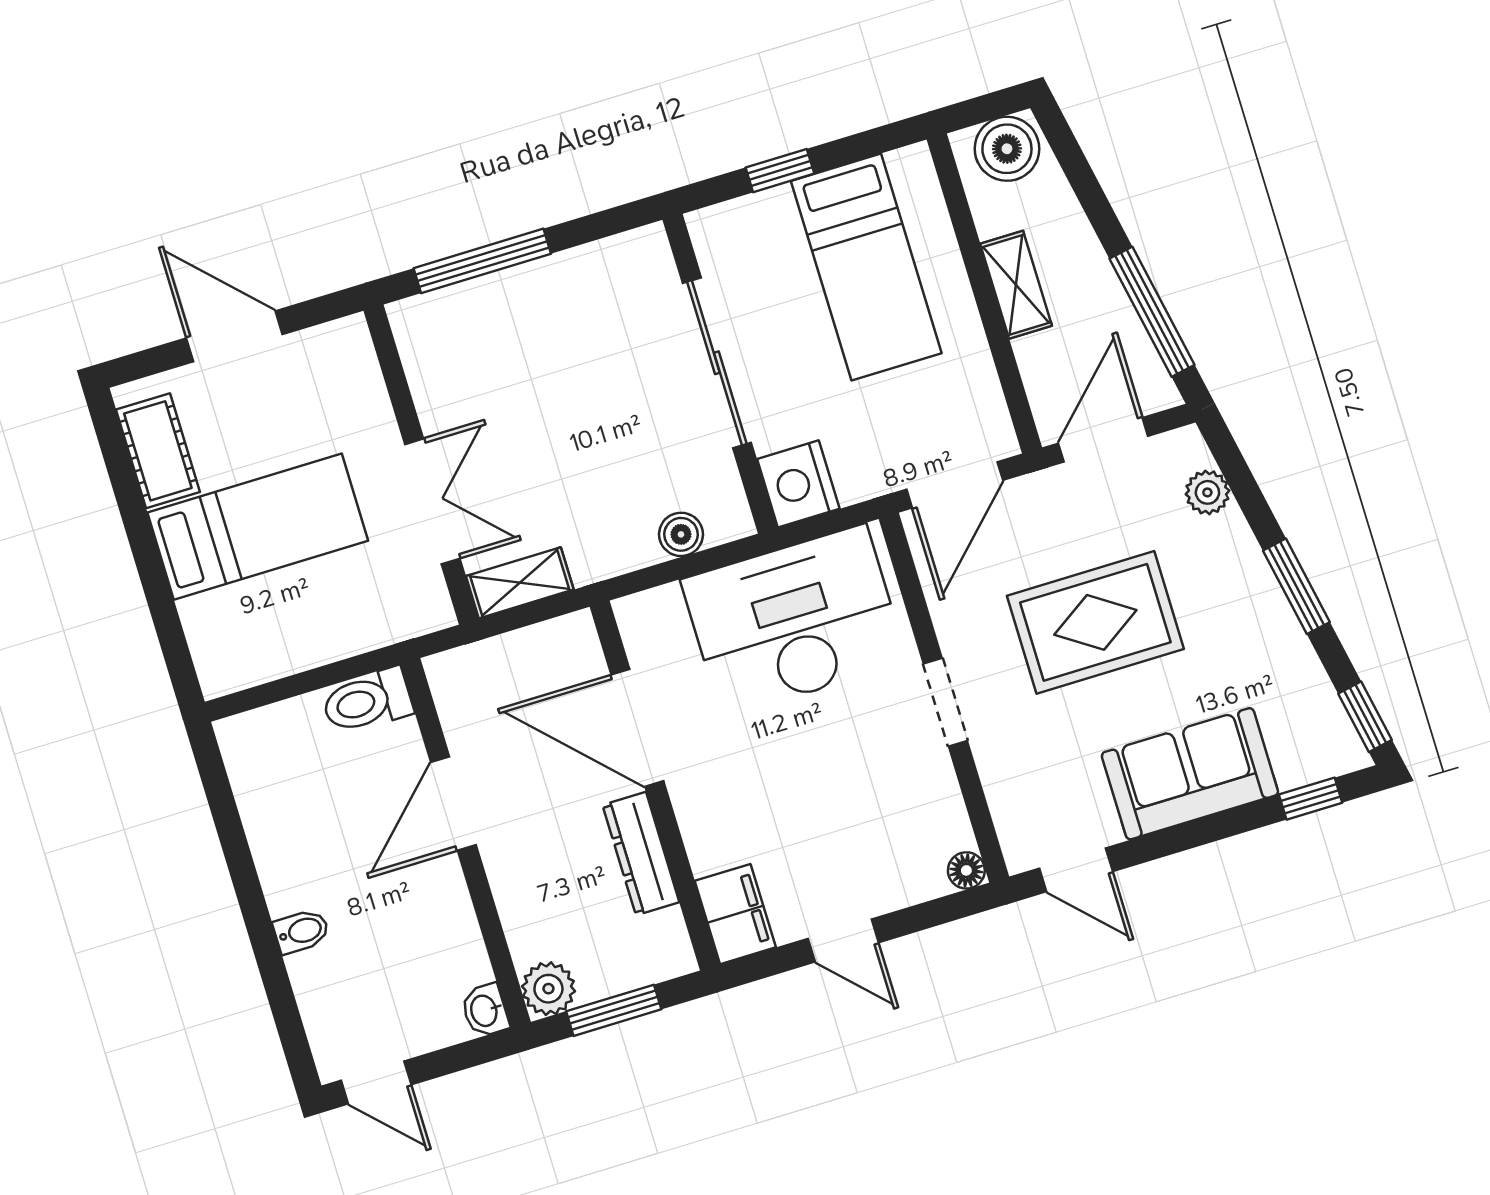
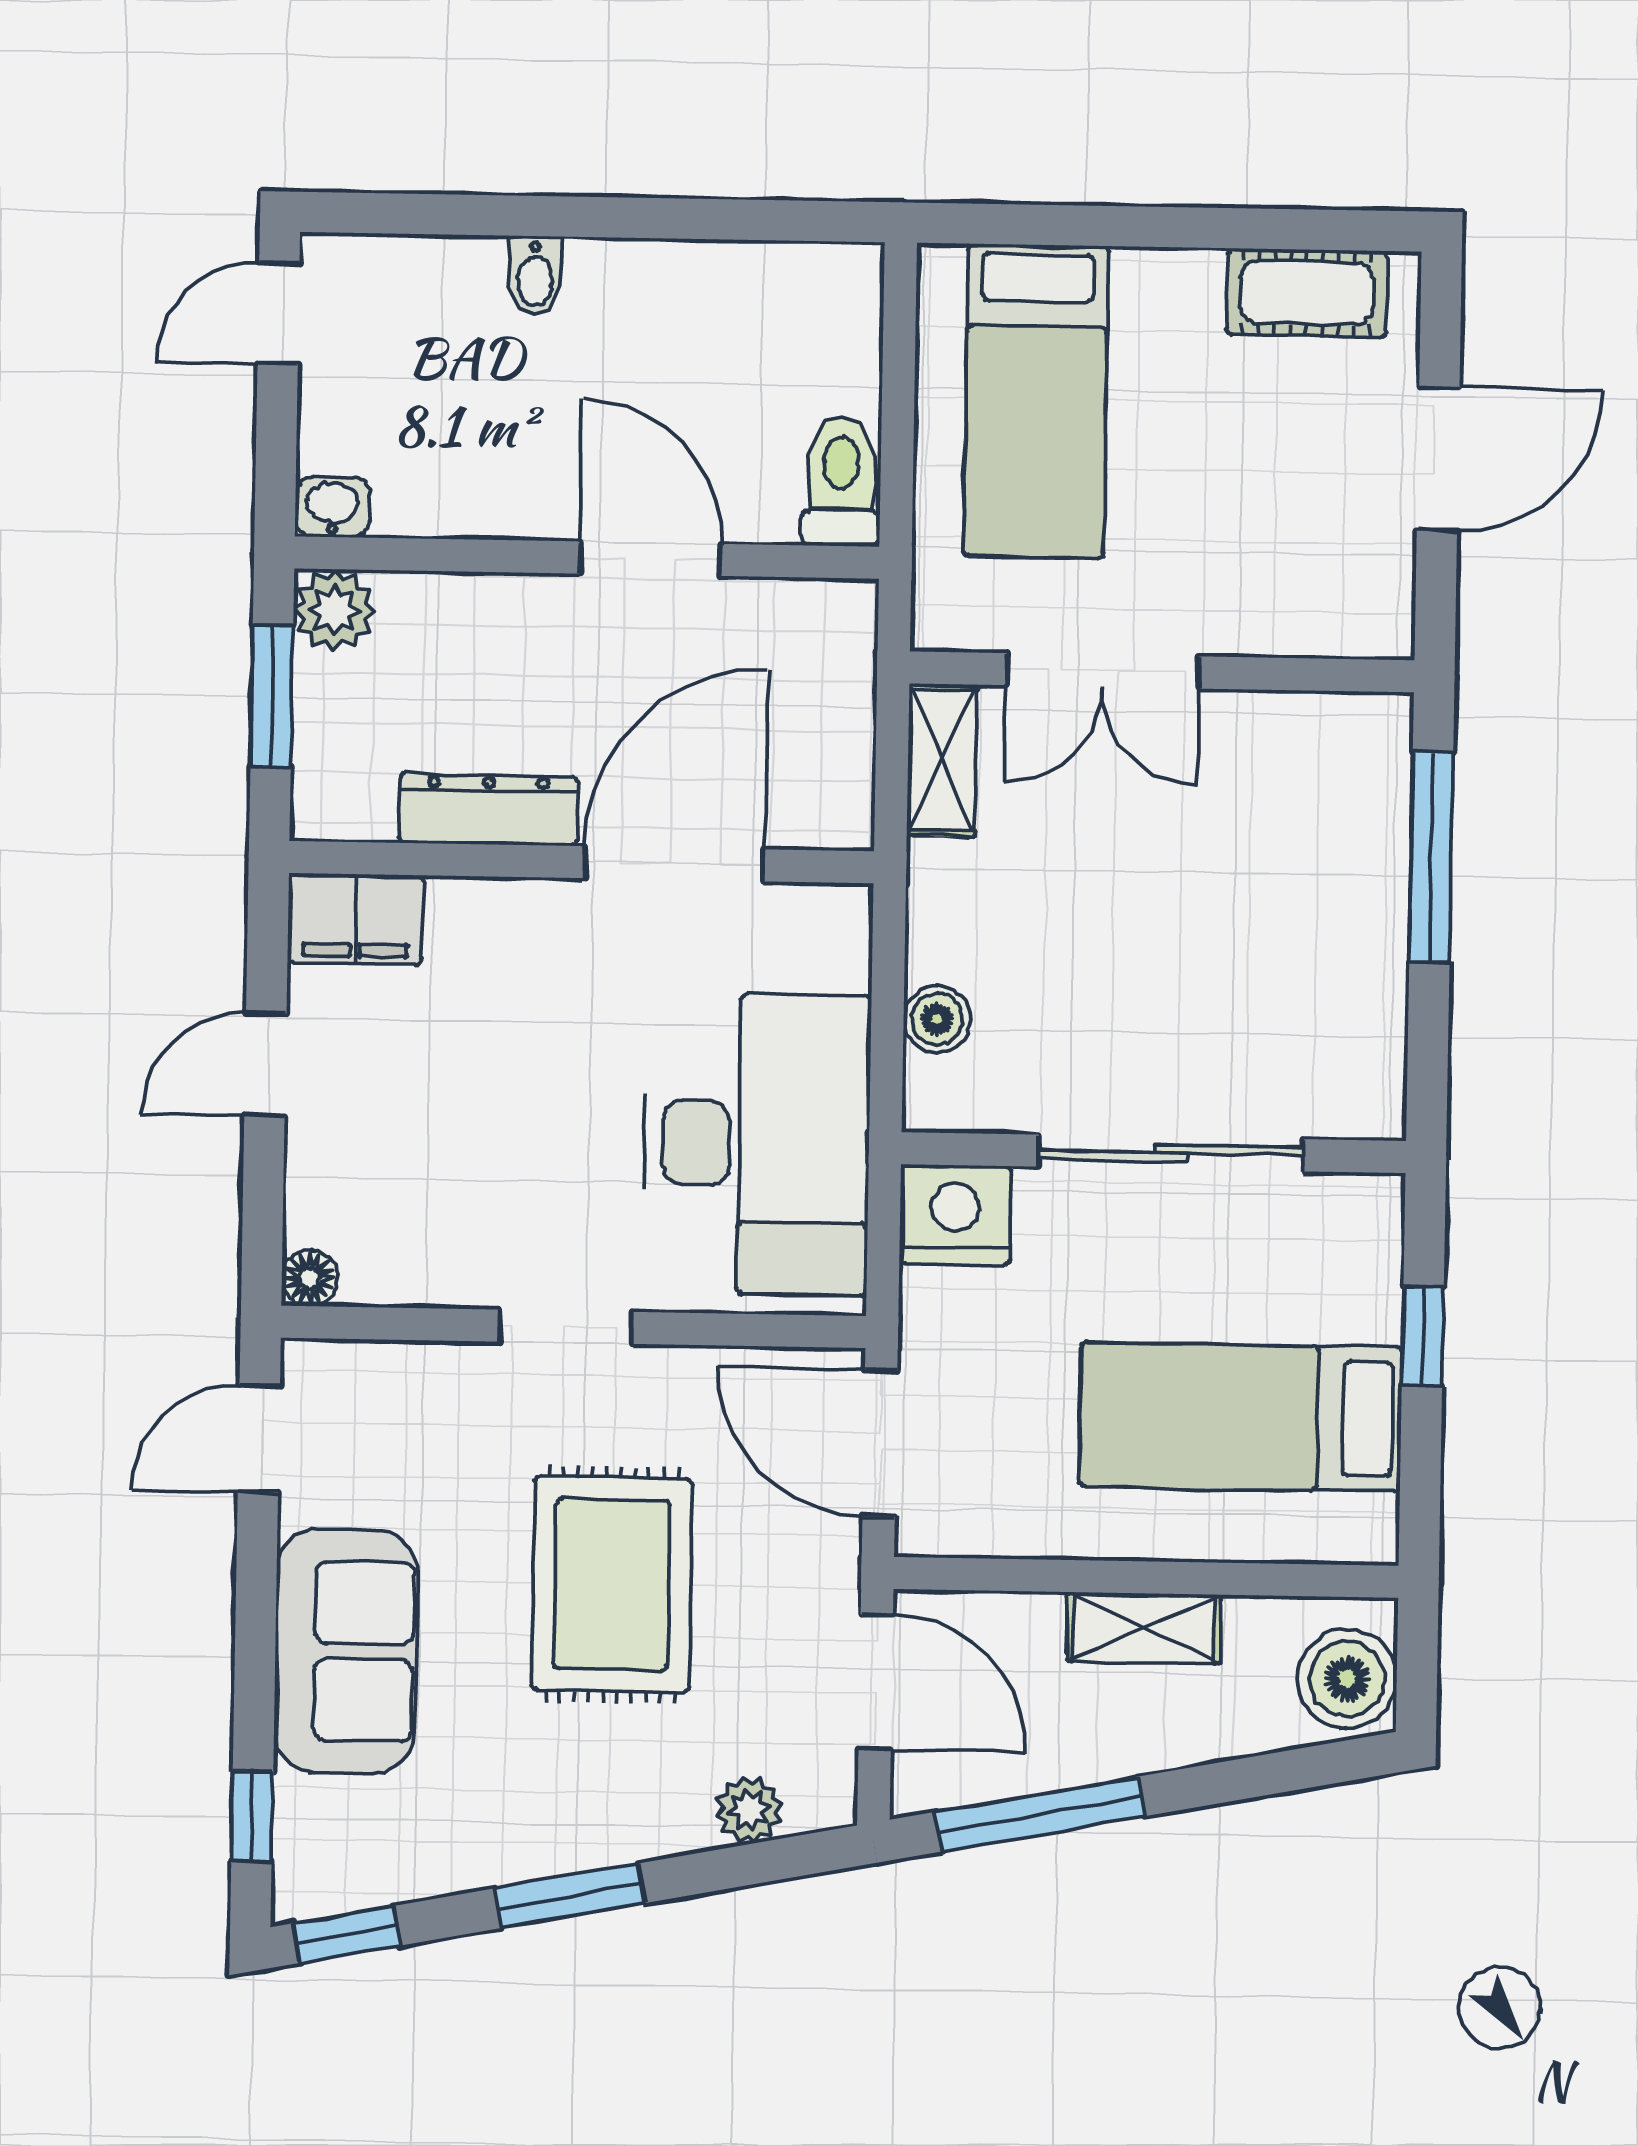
bed: (258, 527) -> (1036, 401), moved

